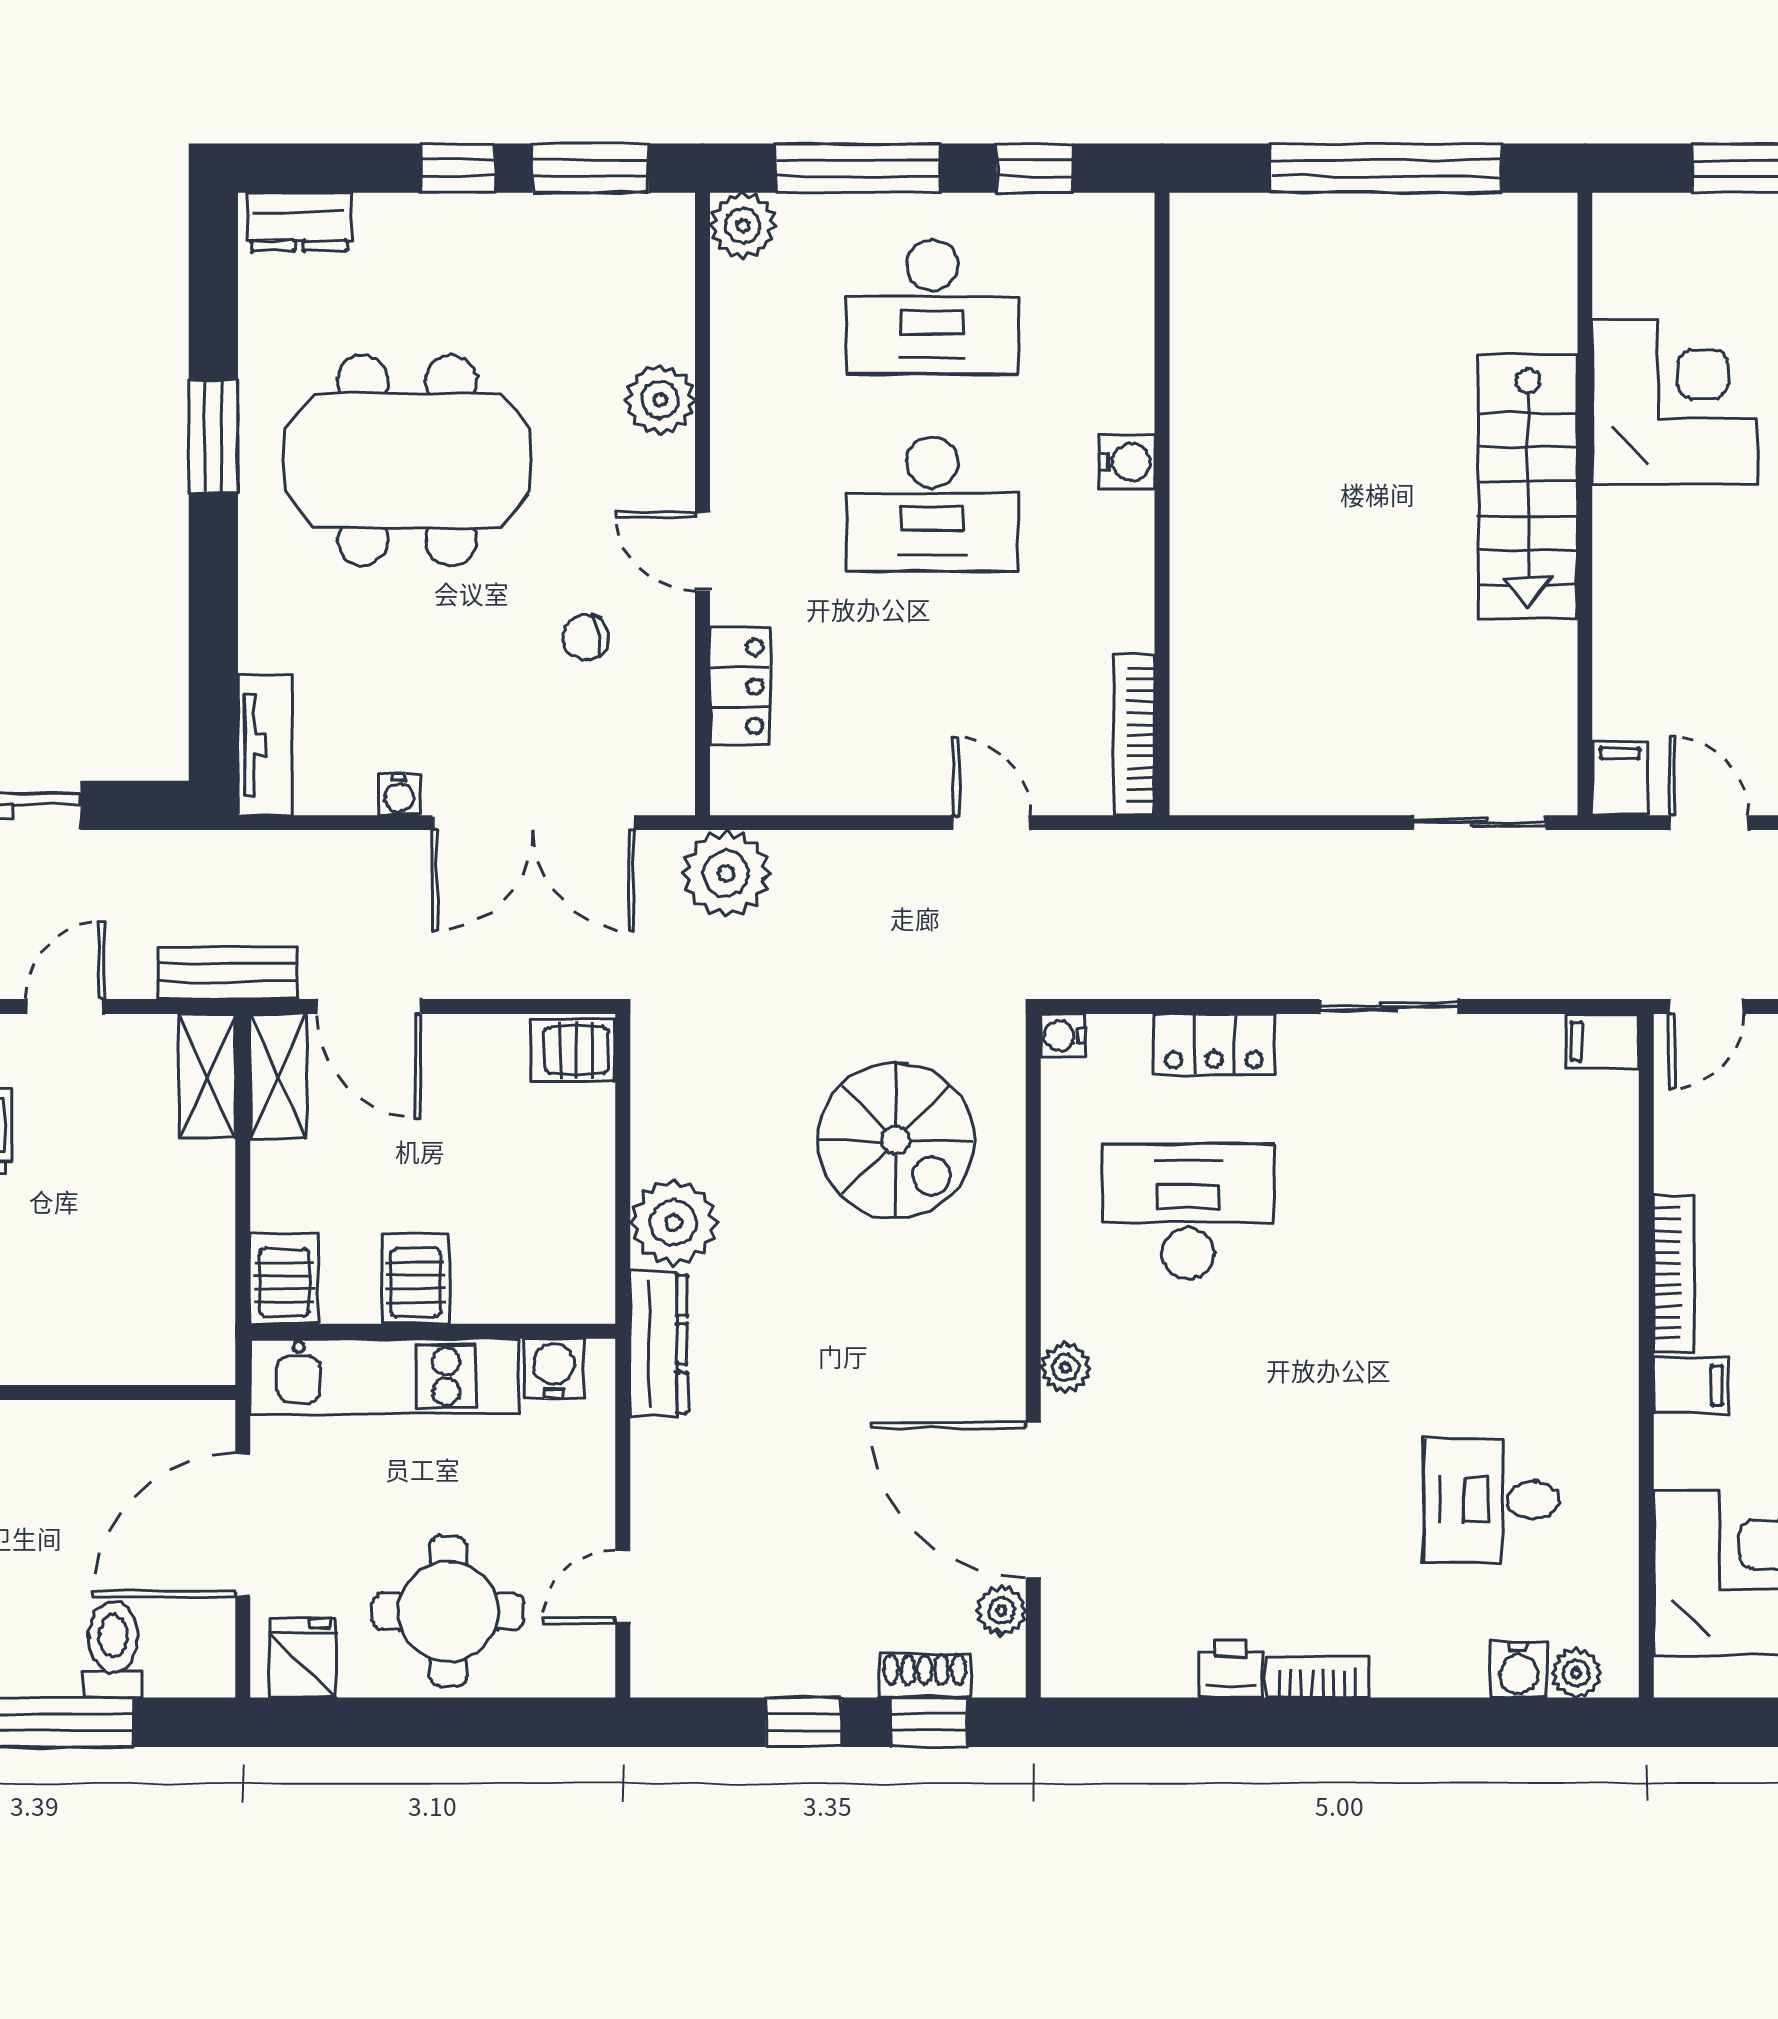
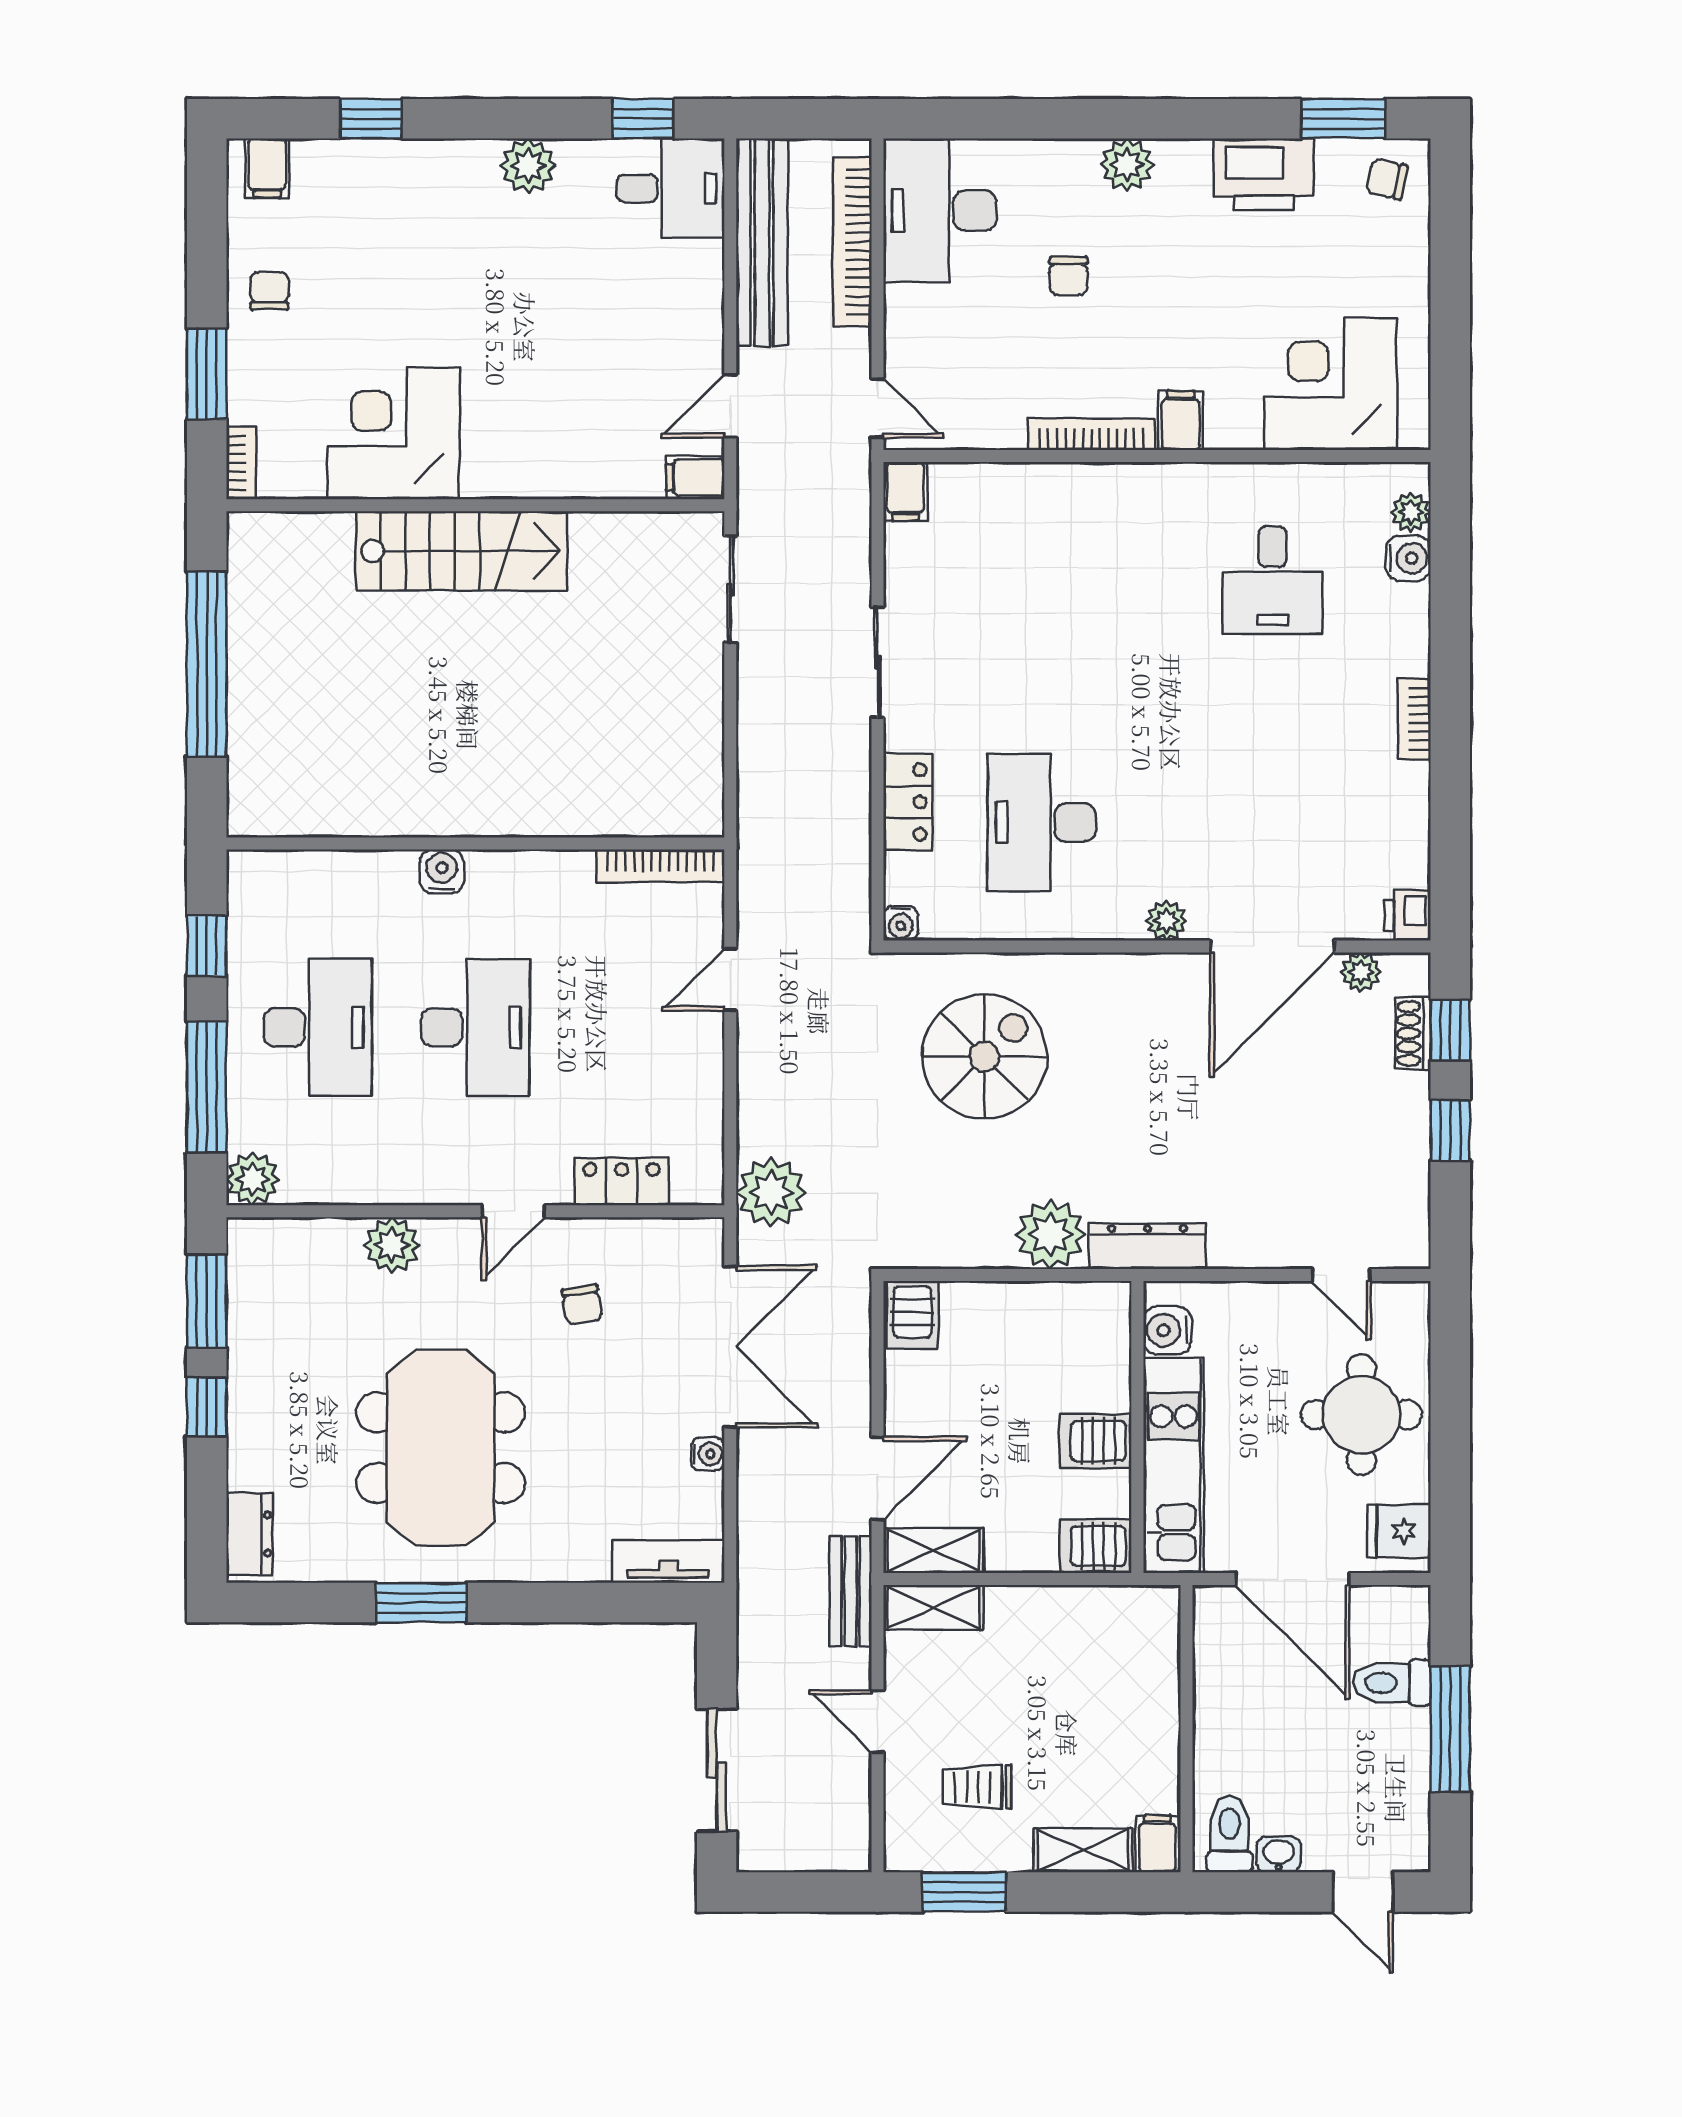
bookcase: (1638, 211) -> (241, 463), added
printer: (1231, 1669) -> (1408, 915), moved

